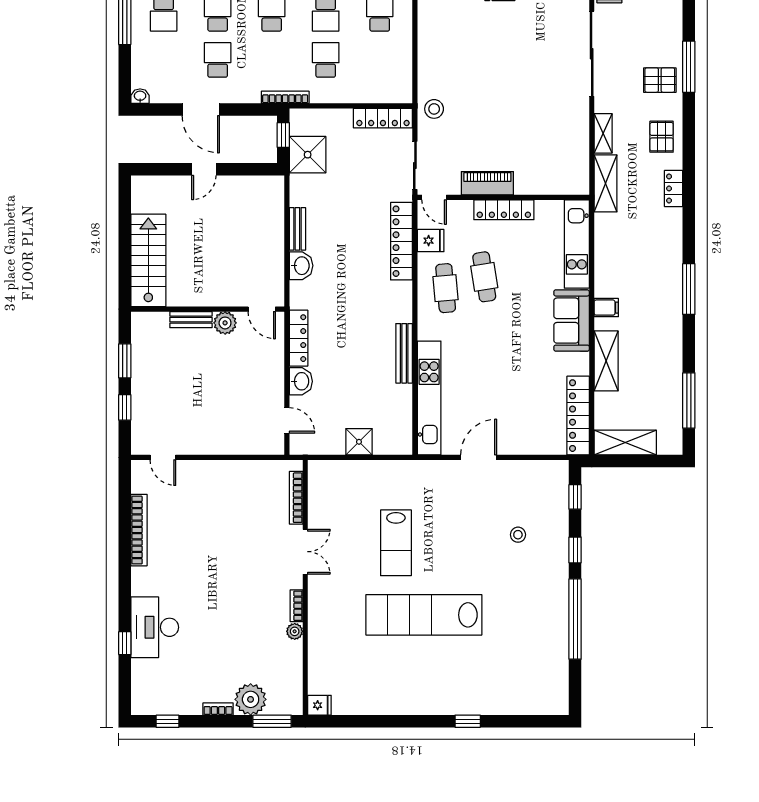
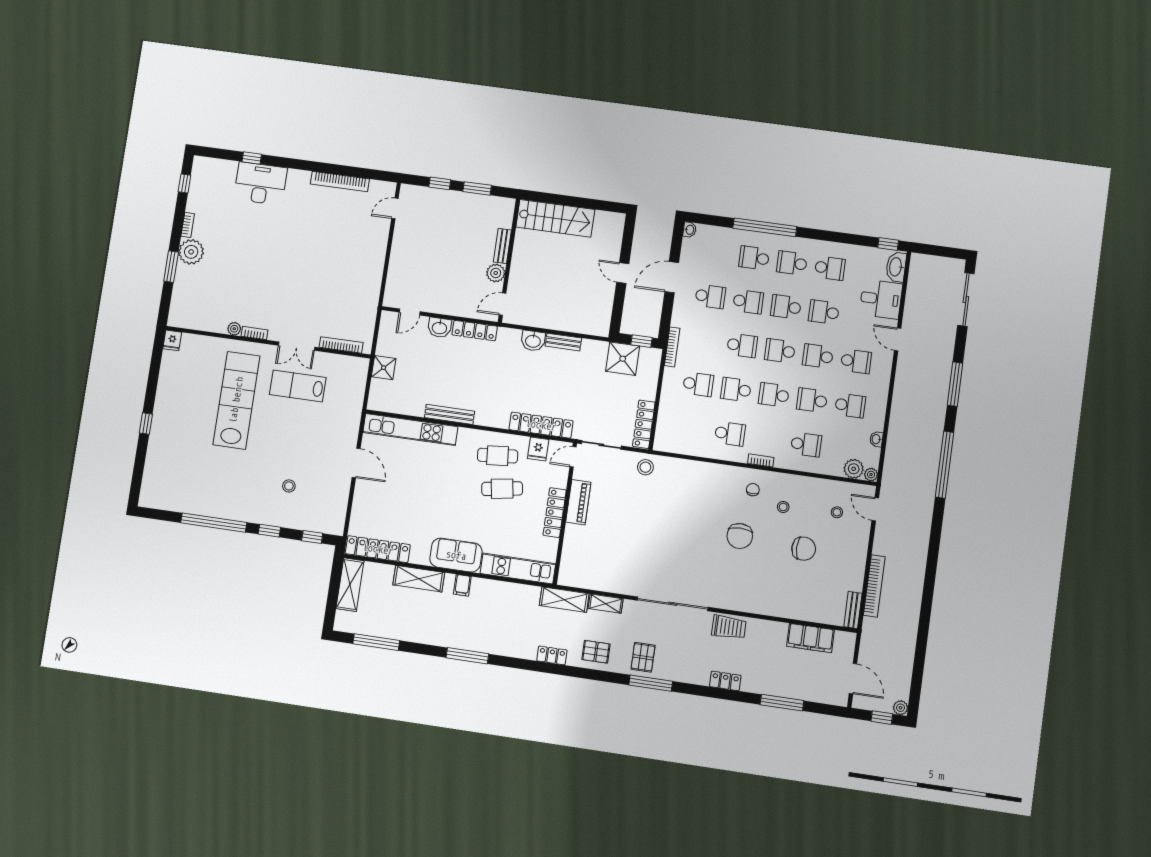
bookcase: (296, 498) -> (341, 345), moved
double door: (305, 552) -> (297, 346), moved
wall: (305, 587) -> (268, 342), moved
bookcase: (296, 606) -> (254, 333), moved
plant: (295, 631) -> (234, 329), moved
fridge: (319, 705) -> (172, 340), moved

